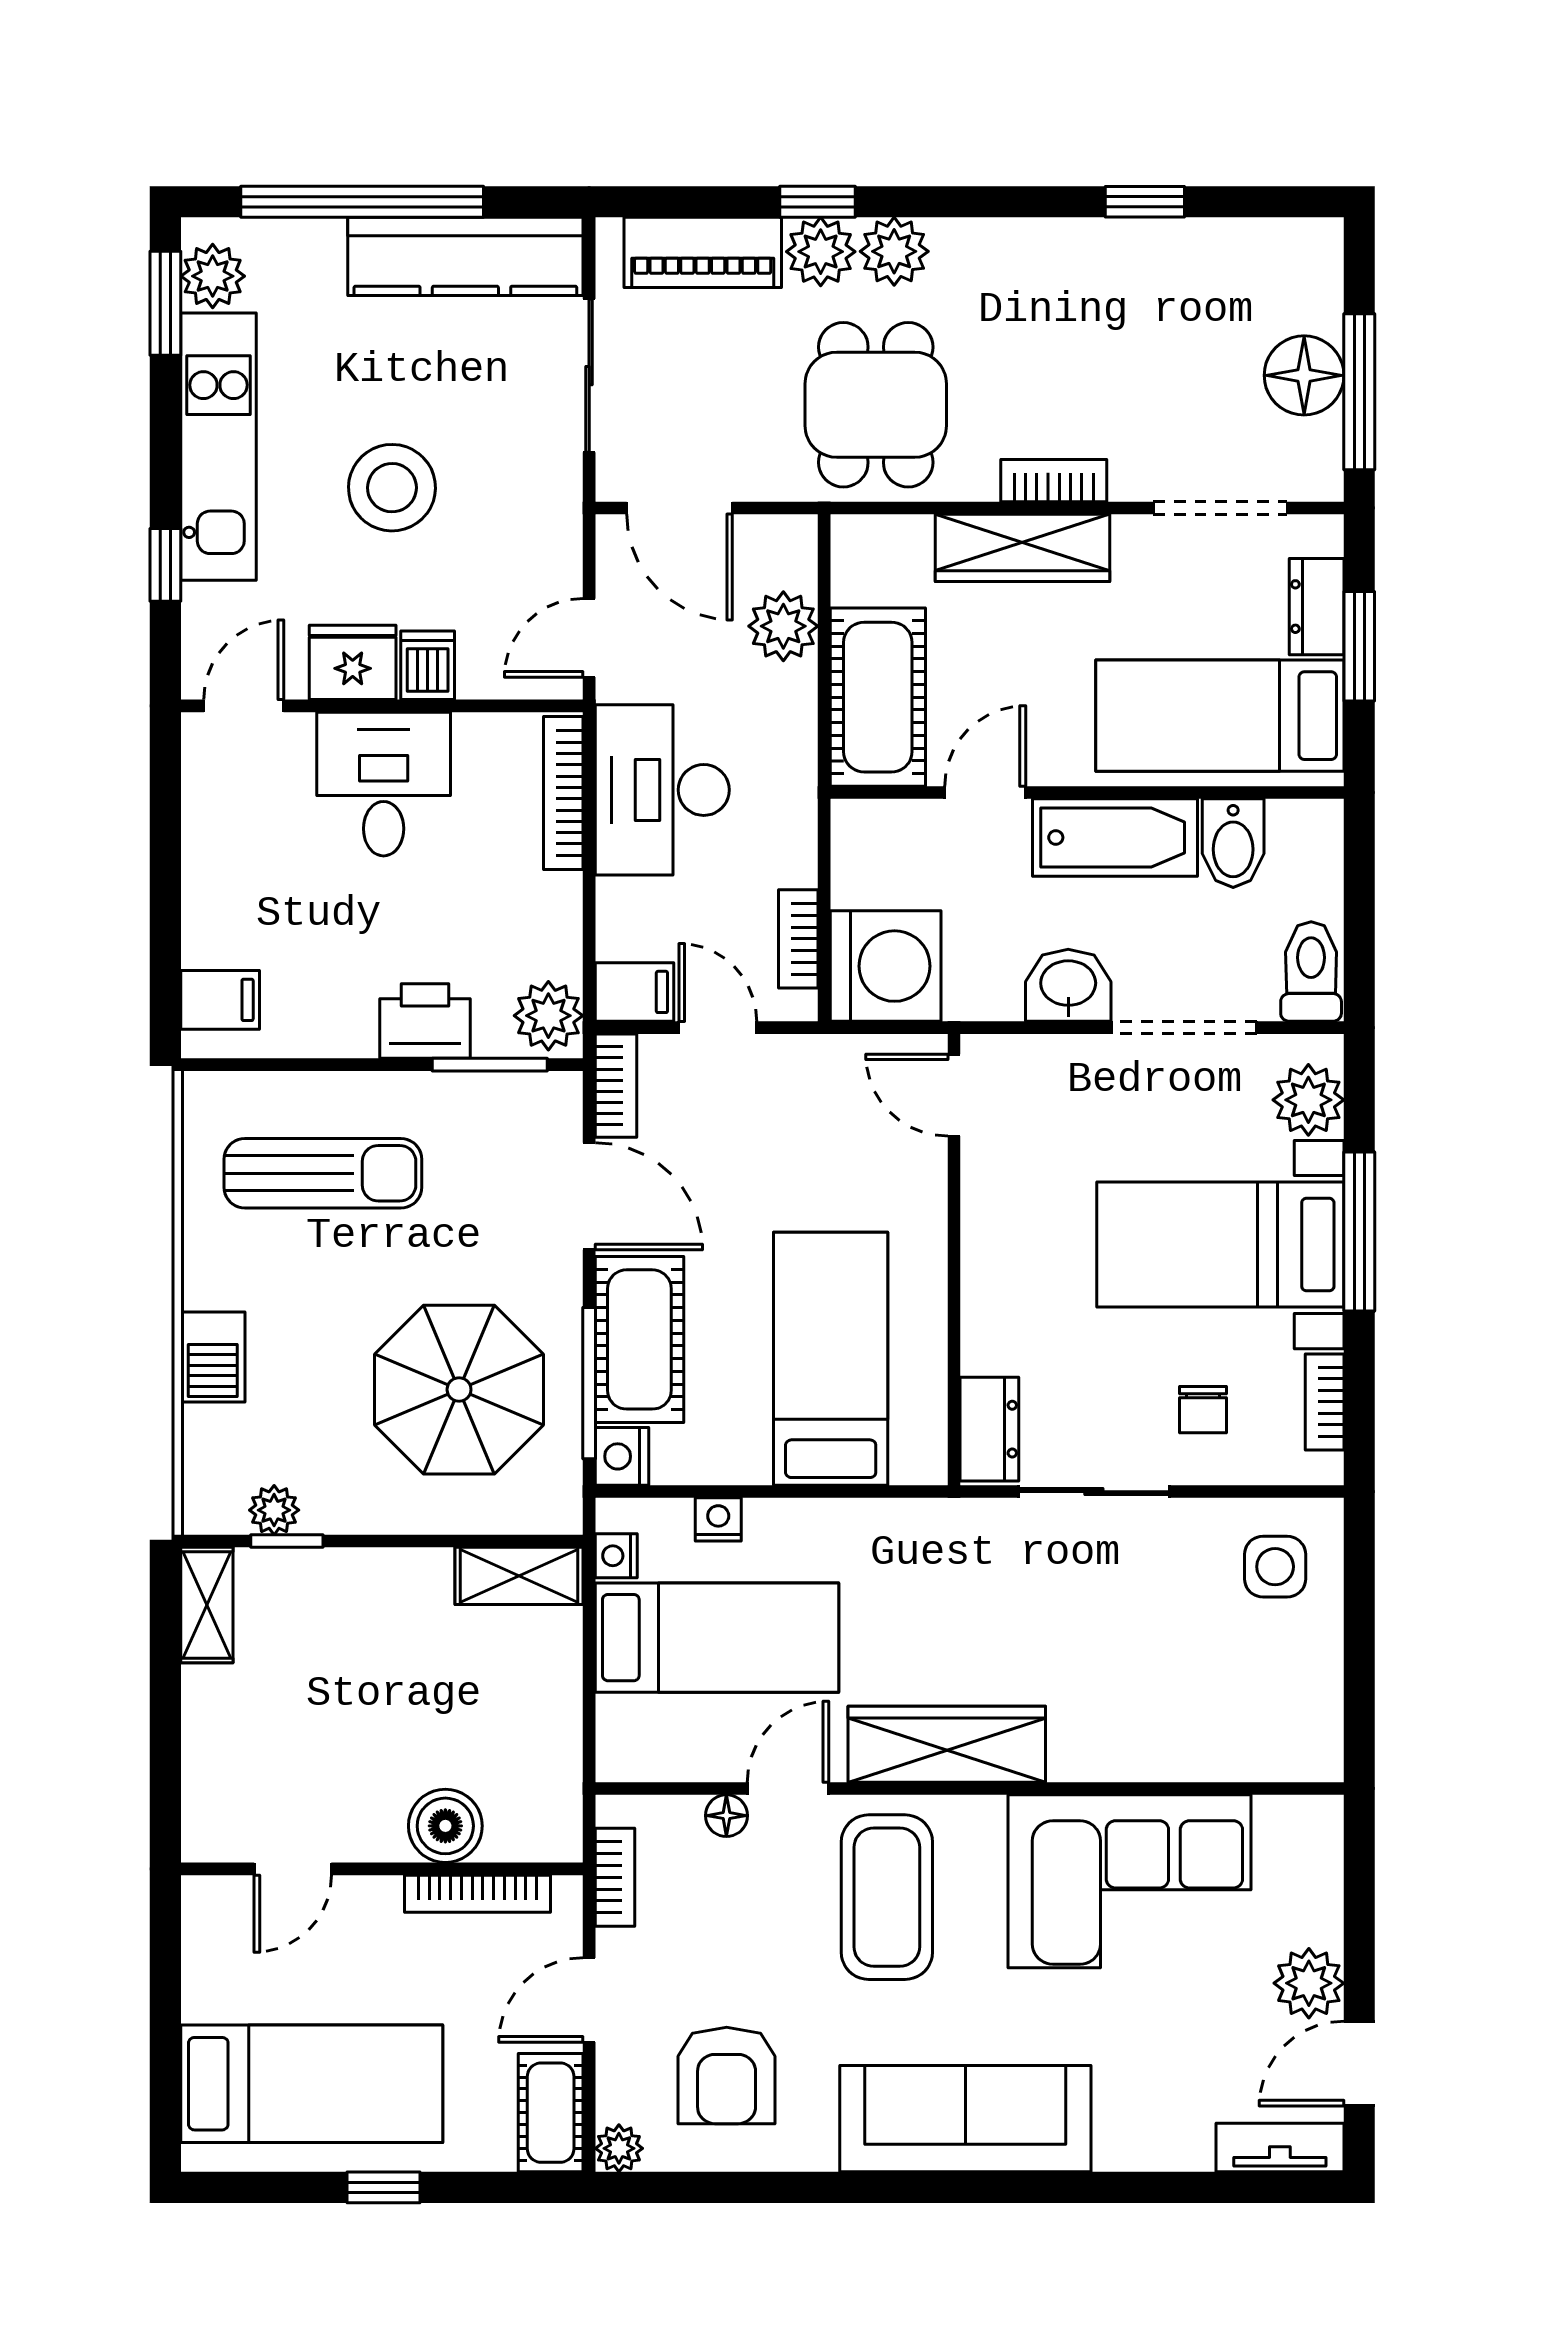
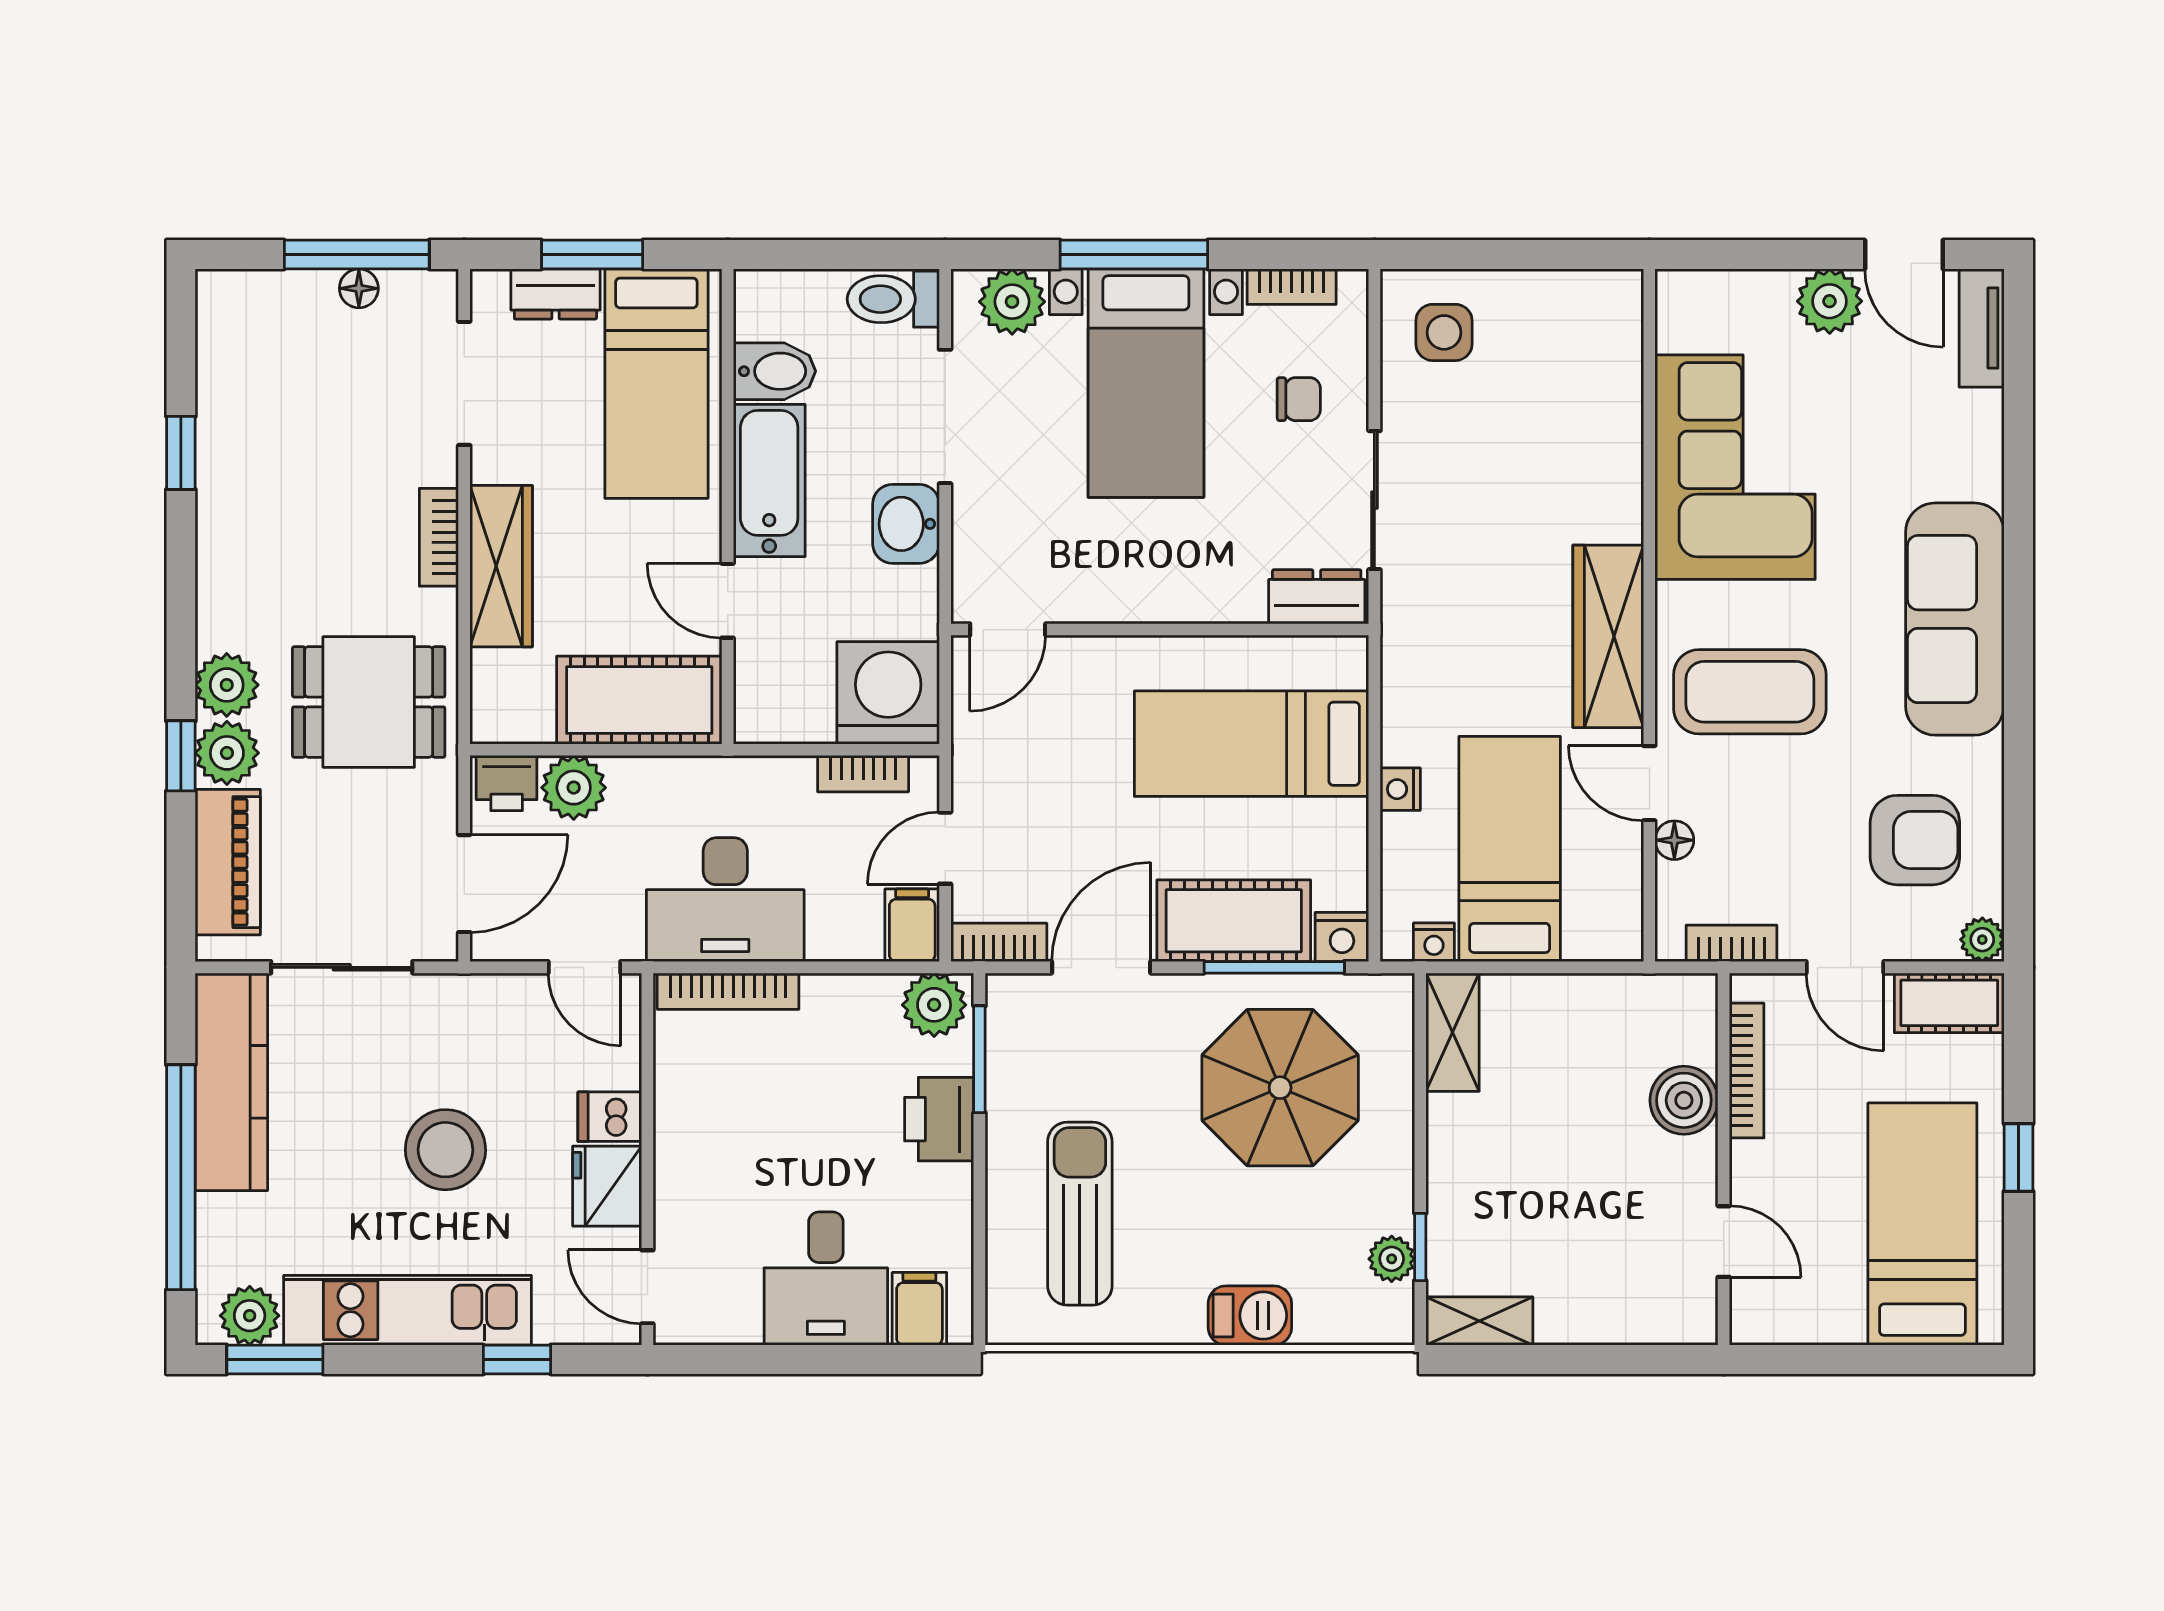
floor lamp: (1304, 375) -> (359, 288), width x0.53, depth x0.53
printer: (788, 554) -> (507, 783), added
desk: (384, 784) -> (826, 1279), moved, turned -90
nightstand: (718, 1519) -> (1400, 789), moved

